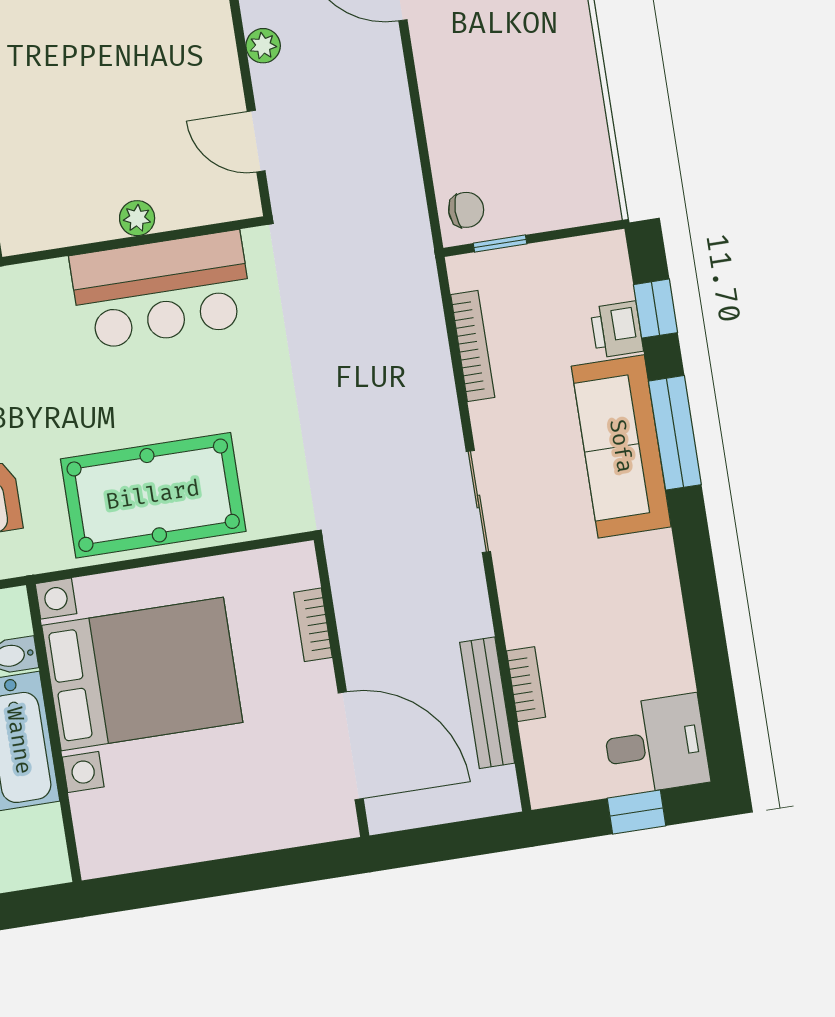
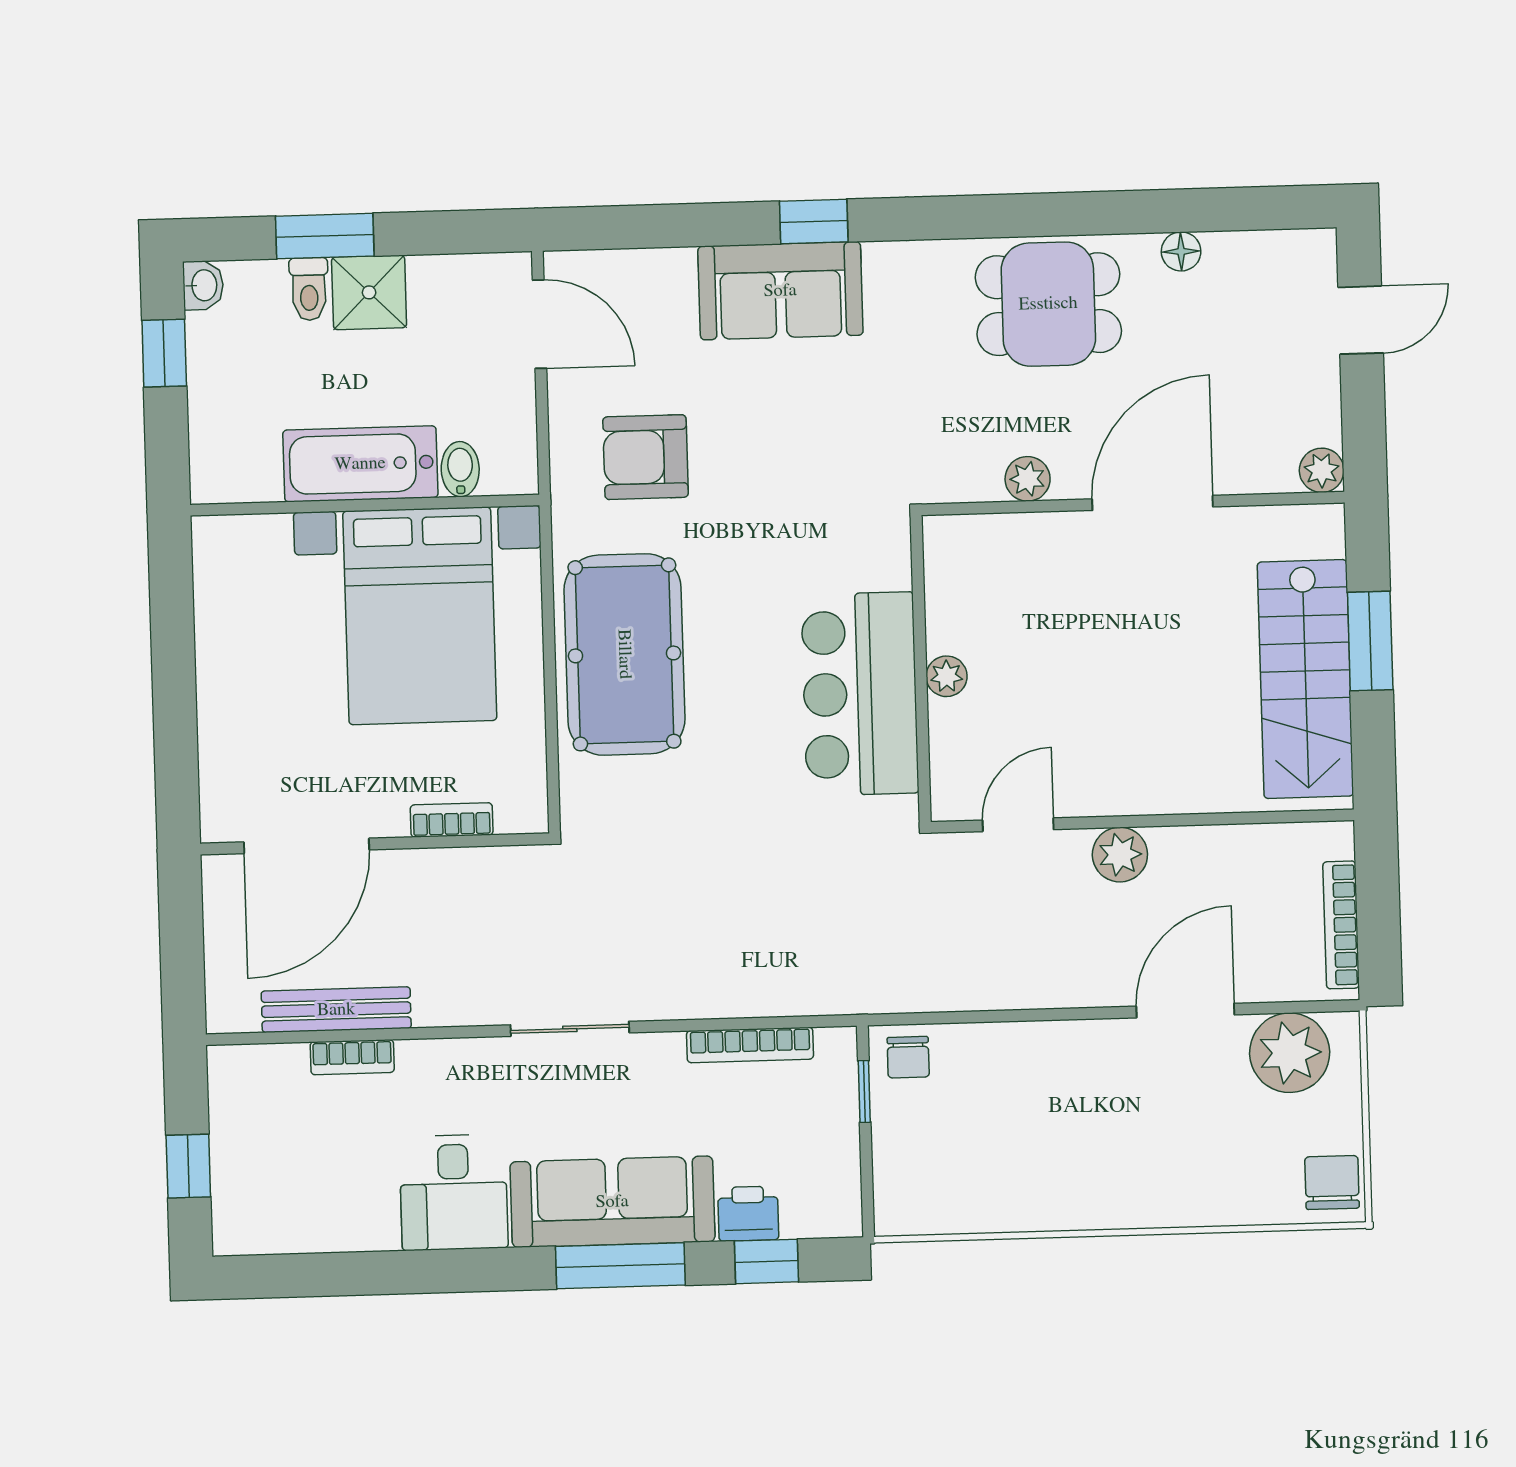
plant: (263, 46) -> (1120, 855), width x1.38, depth x1.38
desk: (656, 745) -> (454, 1192), moved

